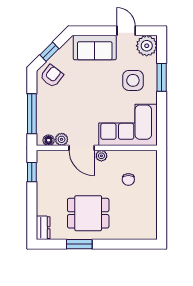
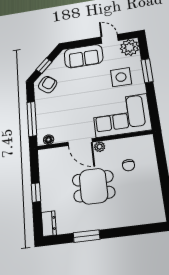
plant: (62, 139) -> (61, 137), removed
window: (32, 172) -> (36, 192), moved
dining table: (88, 213) -> (94, 186), moved

